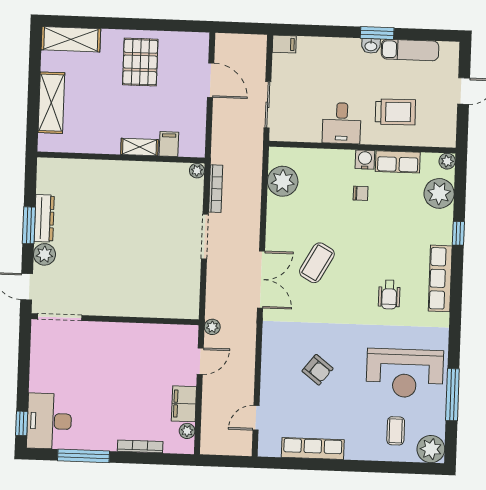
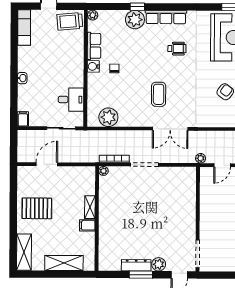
window: (377, 33) -> (14, 61), removed
washbasin: (371, 46) -> (22, 78), moved
exam couch: (410, 50) -> (24, 27), moved
trolley: (395, 112) -> (70, 21), moved, turned -94
desk: (342, 123) -> (71, 100), moved
filing cabinet: (169, 144) -> (87, 225), moved
plant: (439, 193) -> (135, 20), moved
coffee table: (317, 263) -> (159, 94), turned 61
double door: (261, 280) -> (170, 129), swing flipped
door: (200, 361) -> (222, 165), swing flipped

